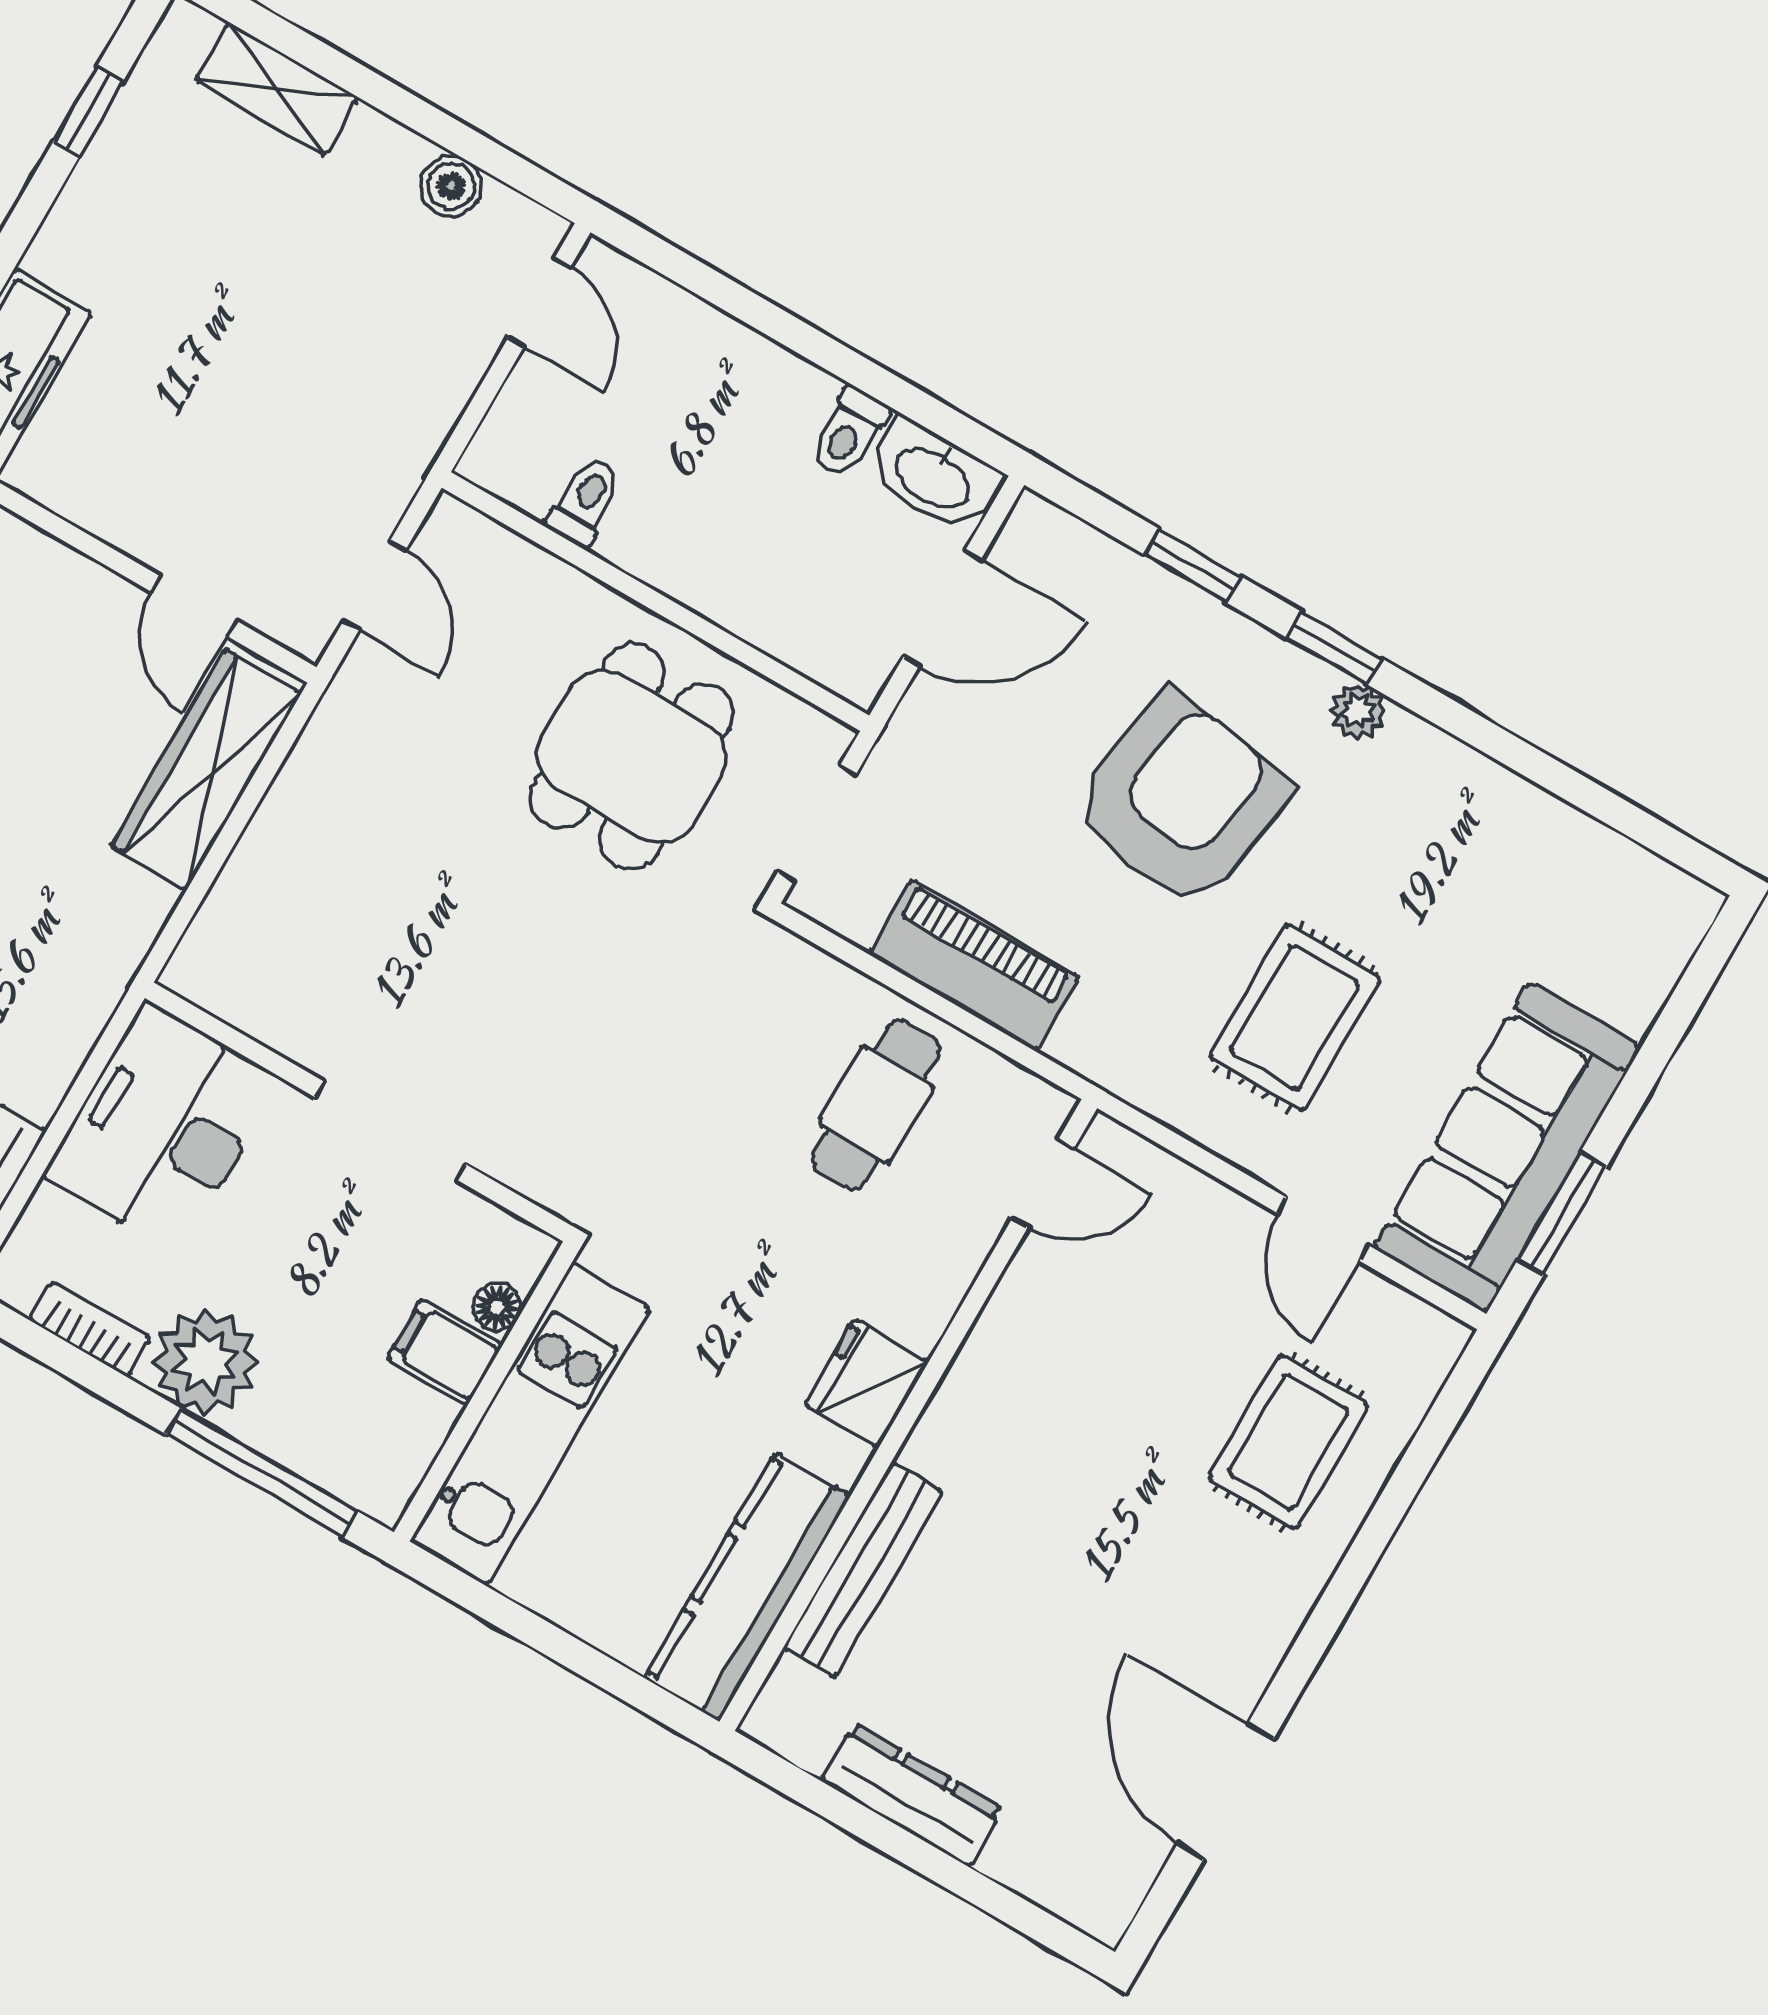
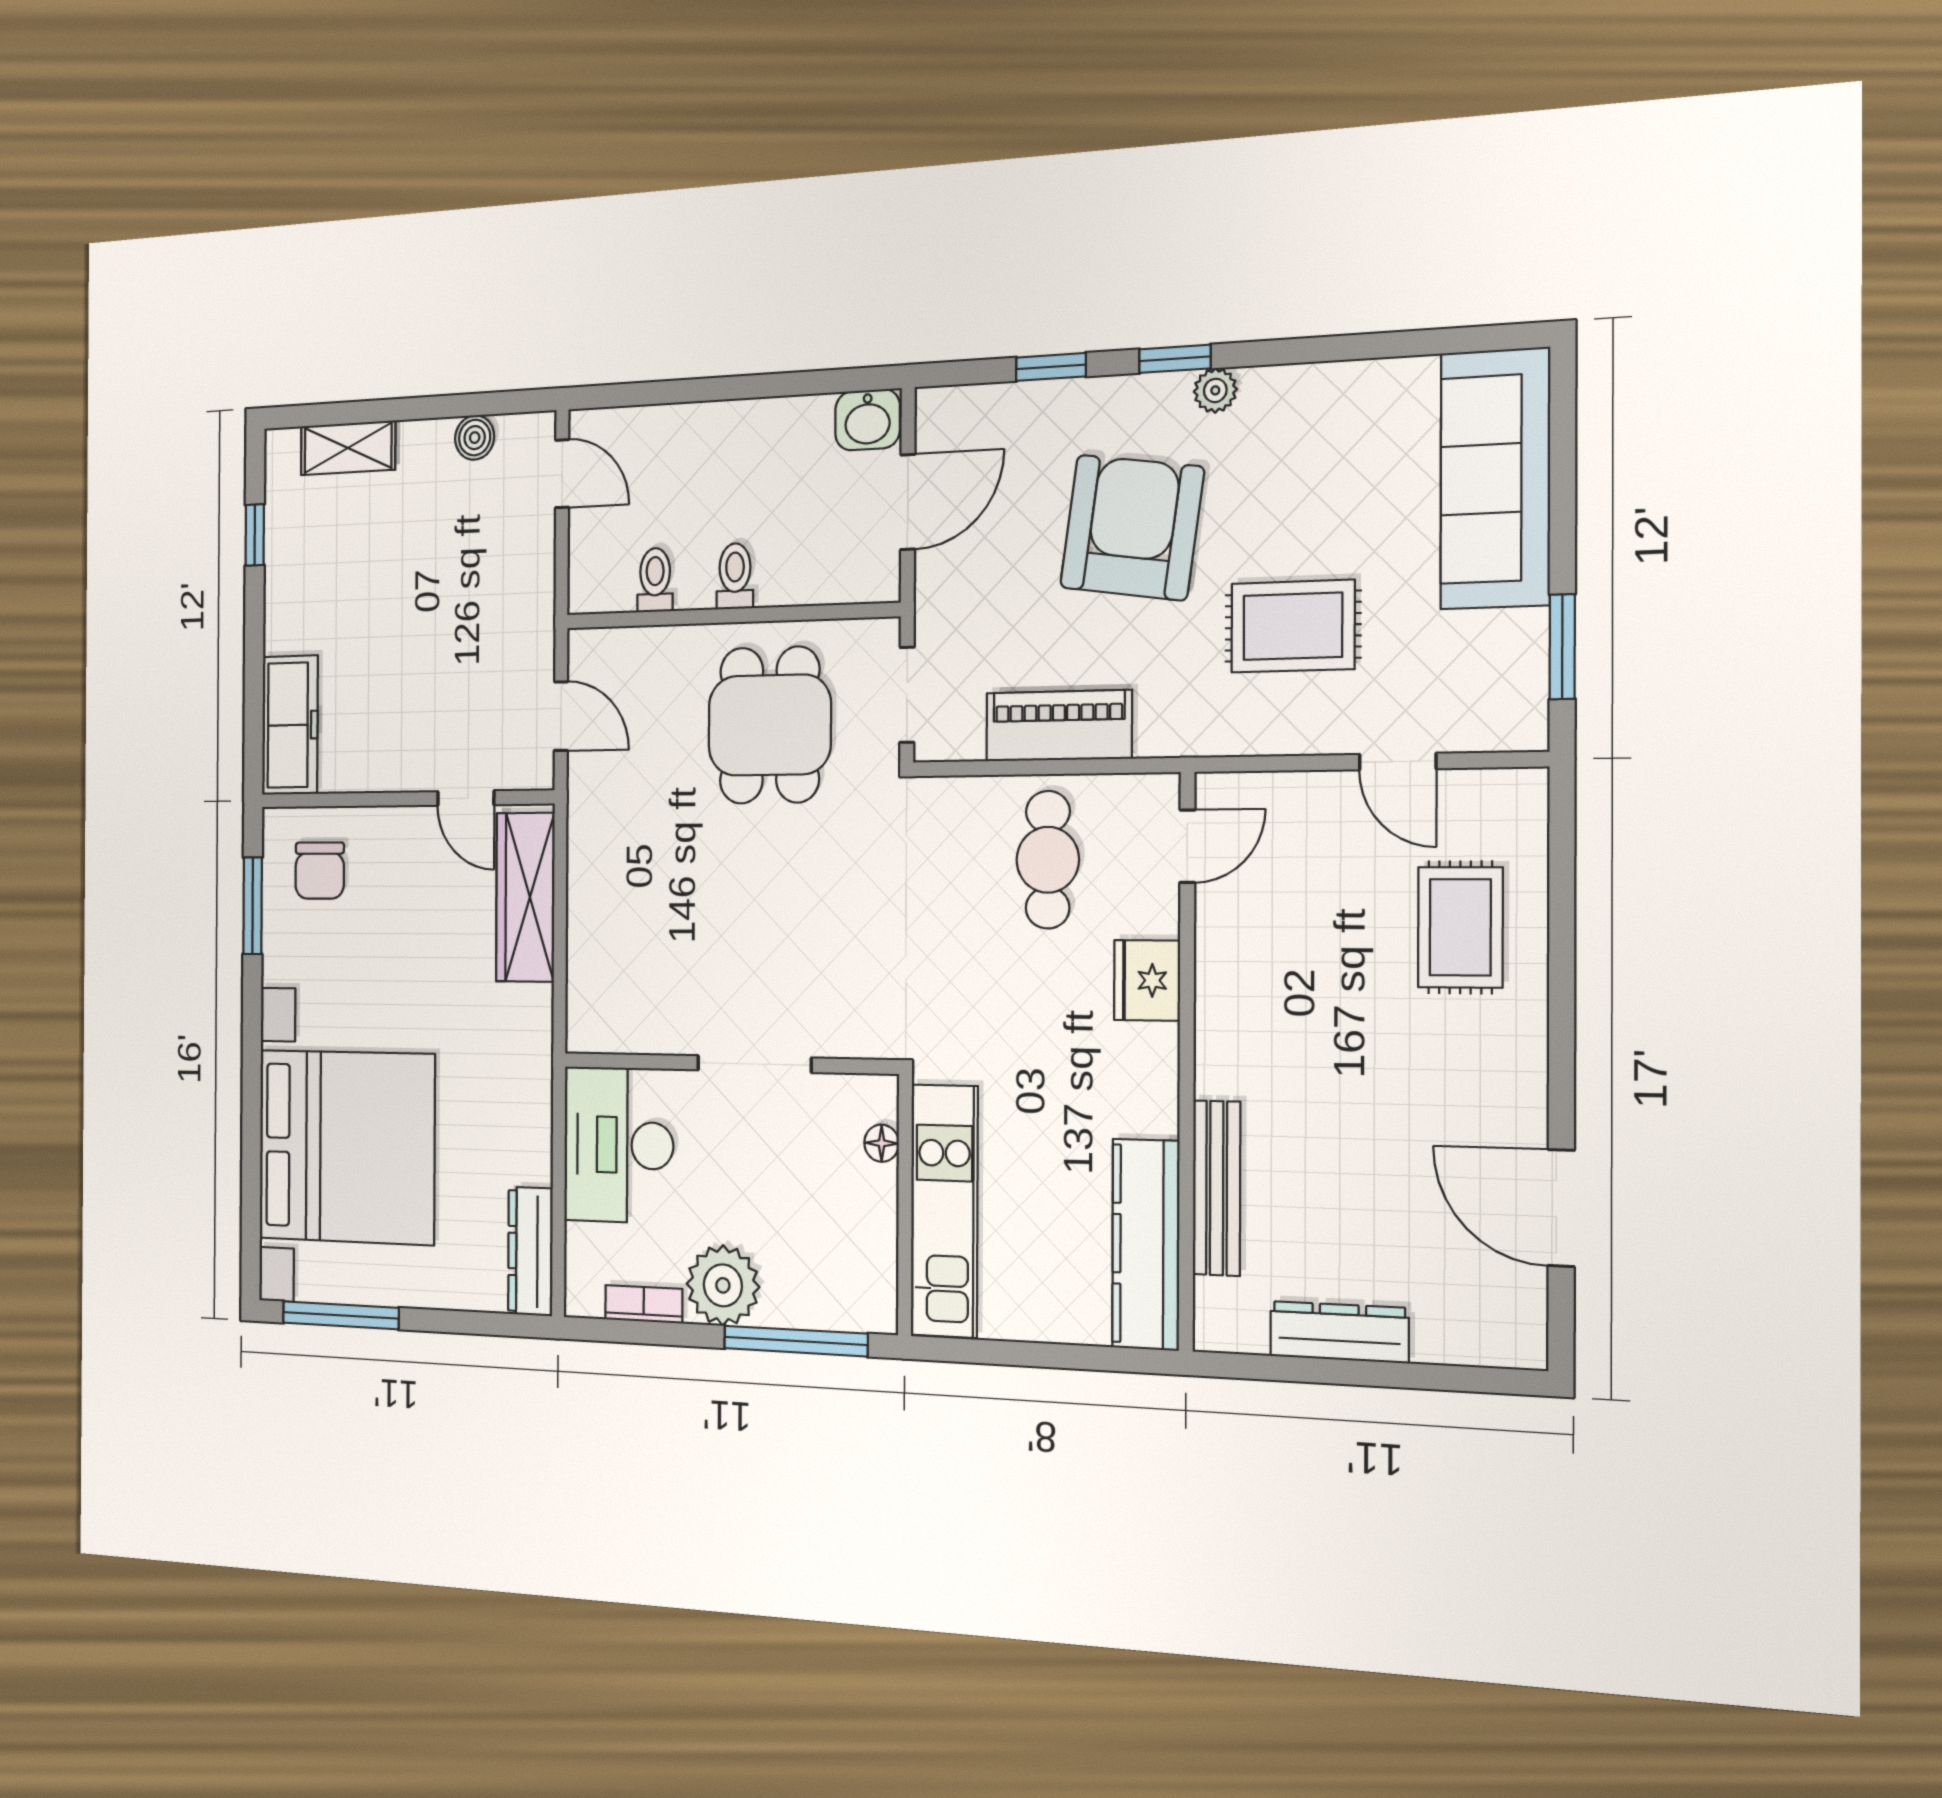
toilet: (849, 433) -> (735, 576), moved, turned 180
washbasin: (933, 476) -> (868, 420), width x0.72
rug: (1295, 1018) -> (1293, 626), turned 90
sofa: (1507, 1147) -> (1495, 479), moved
filing cabinet: (445, 1352) -> (865, 1193), removed
fridge: (867, 1383) -> (1147, 980), moved

